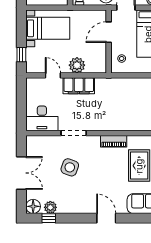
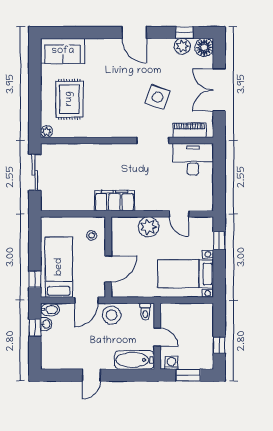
filing cabinet: (79, 86) -> (114, 201), moved
piano: (114, 141) -> (190, 130), moved
door: (106, 218) -> (134, 33), moved

